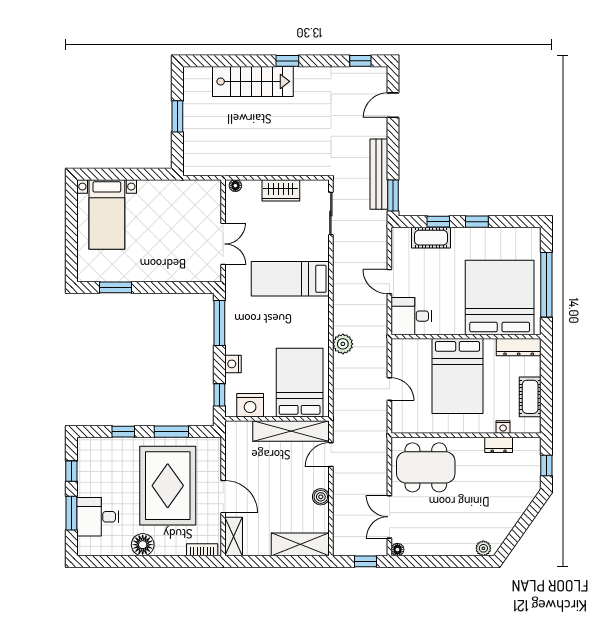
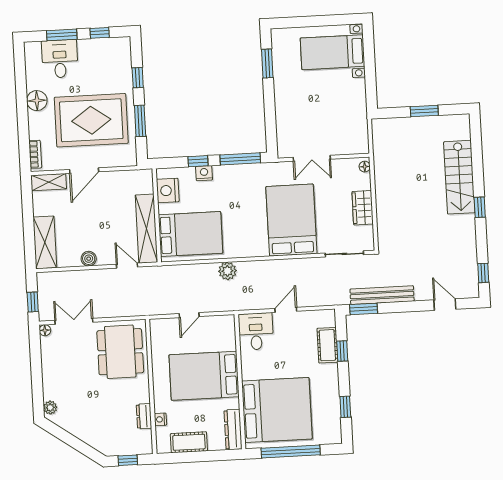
window: (477, 222) -> (345, 407), moved
bed: (290, 279) -> (291, 220), width x1.50
window: (219, 395) -> (198, 161), moved

